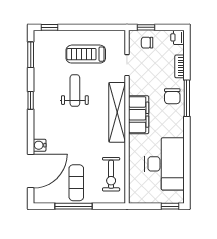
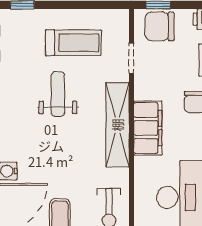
chair: (147, 43) -> (160, 26), width x1.87, depth x1.87
treadmill: (86, 54) -> (73, 43), turned 180

